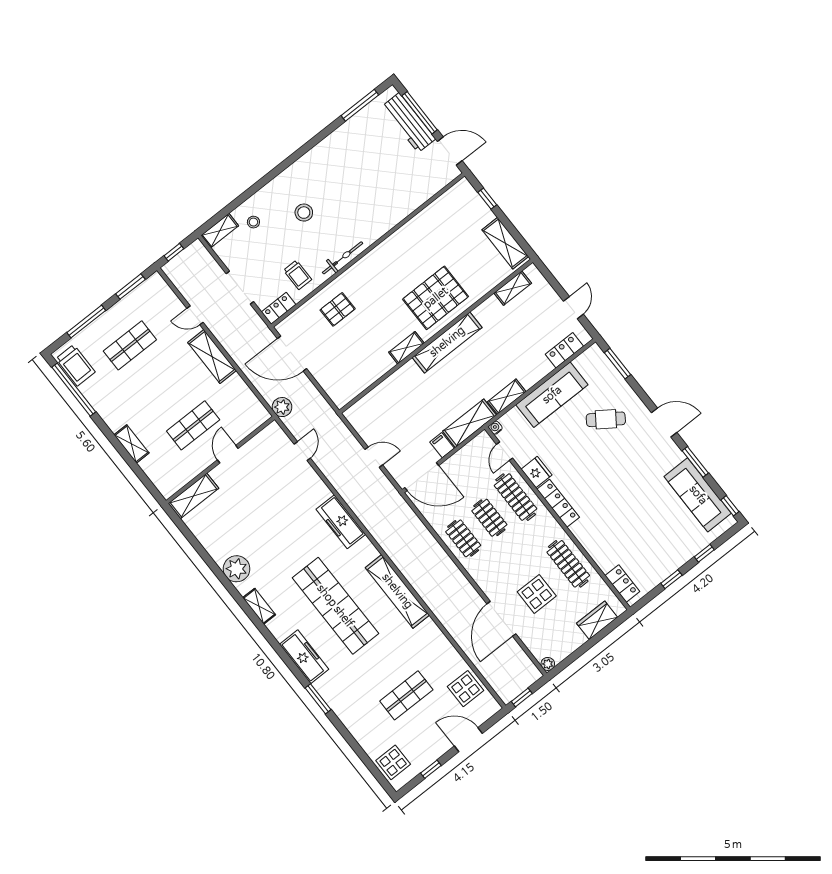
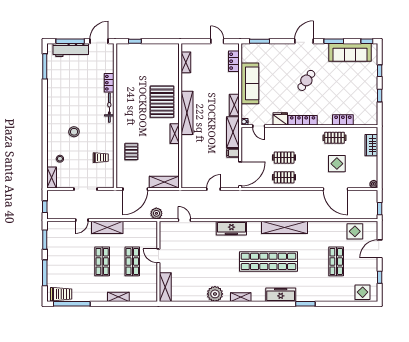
shelving: (505, 243) -> (164, 182), moved
bicycle: (343, 258) -> (109, 108), moved
locker: (279, 308) -> (109, 83), moved
shop shelf: (130, 345) -> (102, 261), moved
cafe table: (606, 419) -> (306, 80), moved
clothes rail: (516, 497) -> (284, 138), removed
clothes rail: (568, 564) -> (335, 138), width x0.73
locker: (622, 584) -> (343, 120), moved

